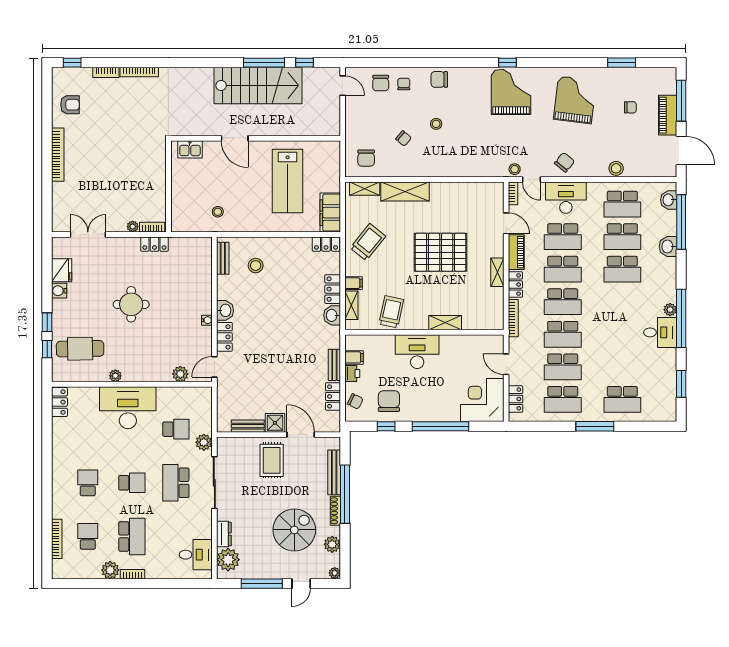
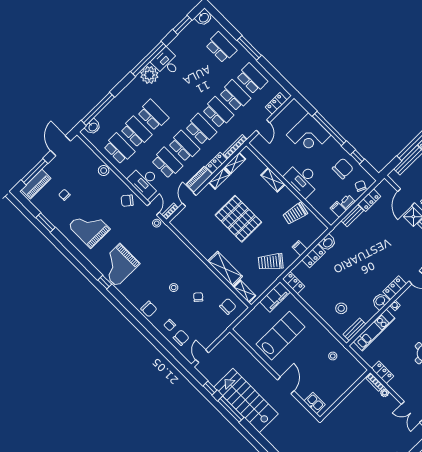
grand piano: (575, 100) -> (89, 228), turned 83
piano: (668, 115) -> (36, 184), moved
washbasin: (668, 247) -> (204, 17), moved
kitchen unit: (203, 277) -> (374, 330), added
shelving: (351, 305) -> (235, 163), moved
plant: (670, 310) -> (149, 75), width x1.87, depth x1.87
corner desk: (482, 400) -> (309, 135), moved
chair: (389, 401) -> (343, 169), turned 180

